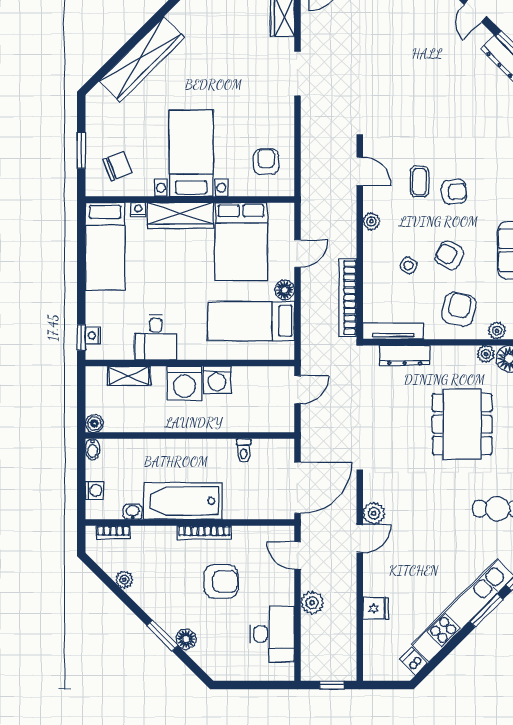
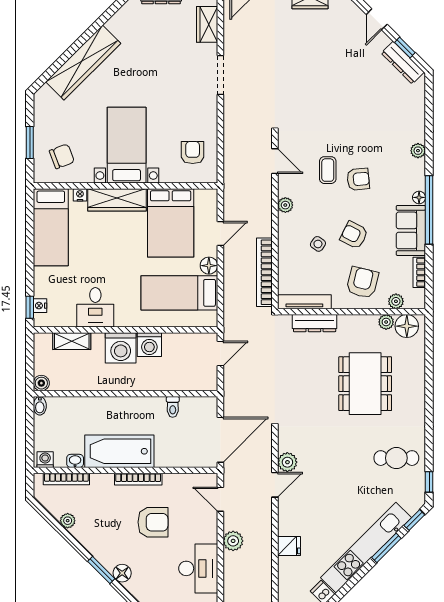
washing machine: (94, 490) -> (45, 460), moved, turned -90
bookcase: (113, 532) -> (66, 479), width x1.56

